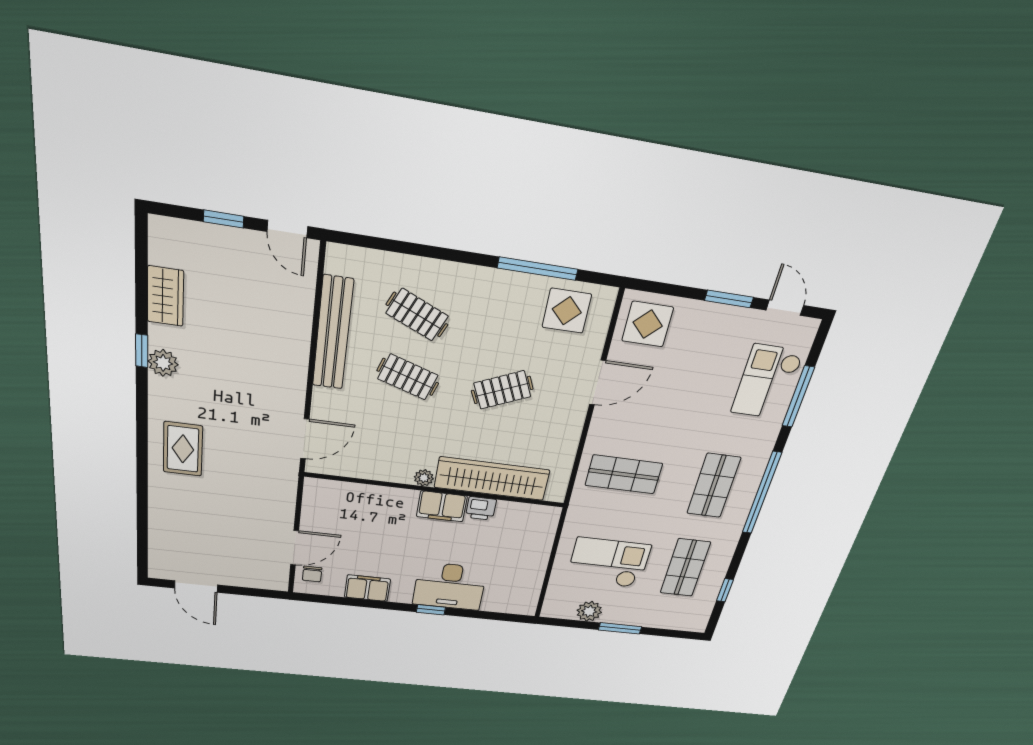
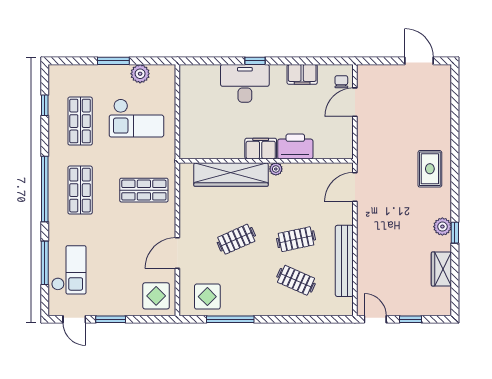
clothes rail: (408, 377) -> (296, 239), turned -30
printer: (481, 508) -> (295, 147), moved, width x1.87, depth x1.48

